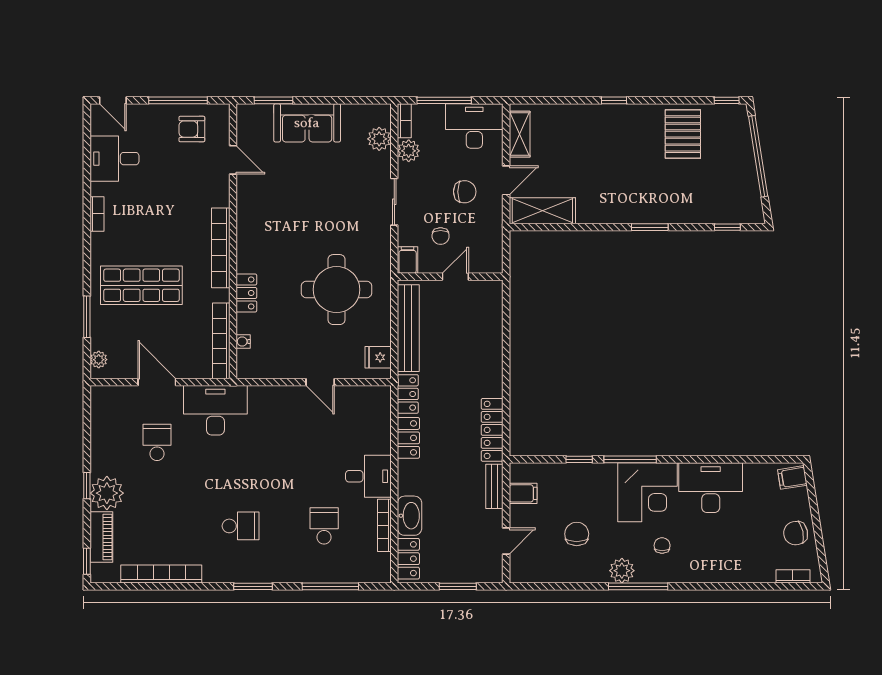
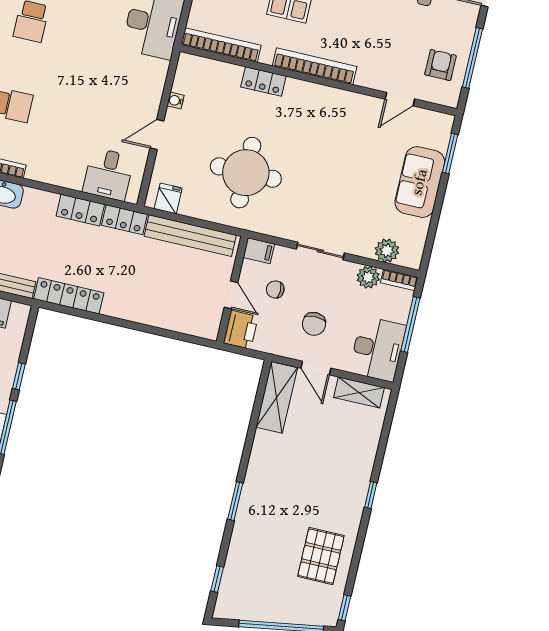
pallet: (683, 134) -> (321, 556), turned 90
printer: (486, 260) -> (241, 330), added
water cooler: (243, 341) -> (176, 101), moved, turned -90
desk: (368, 476) -> (108, 174), moved

